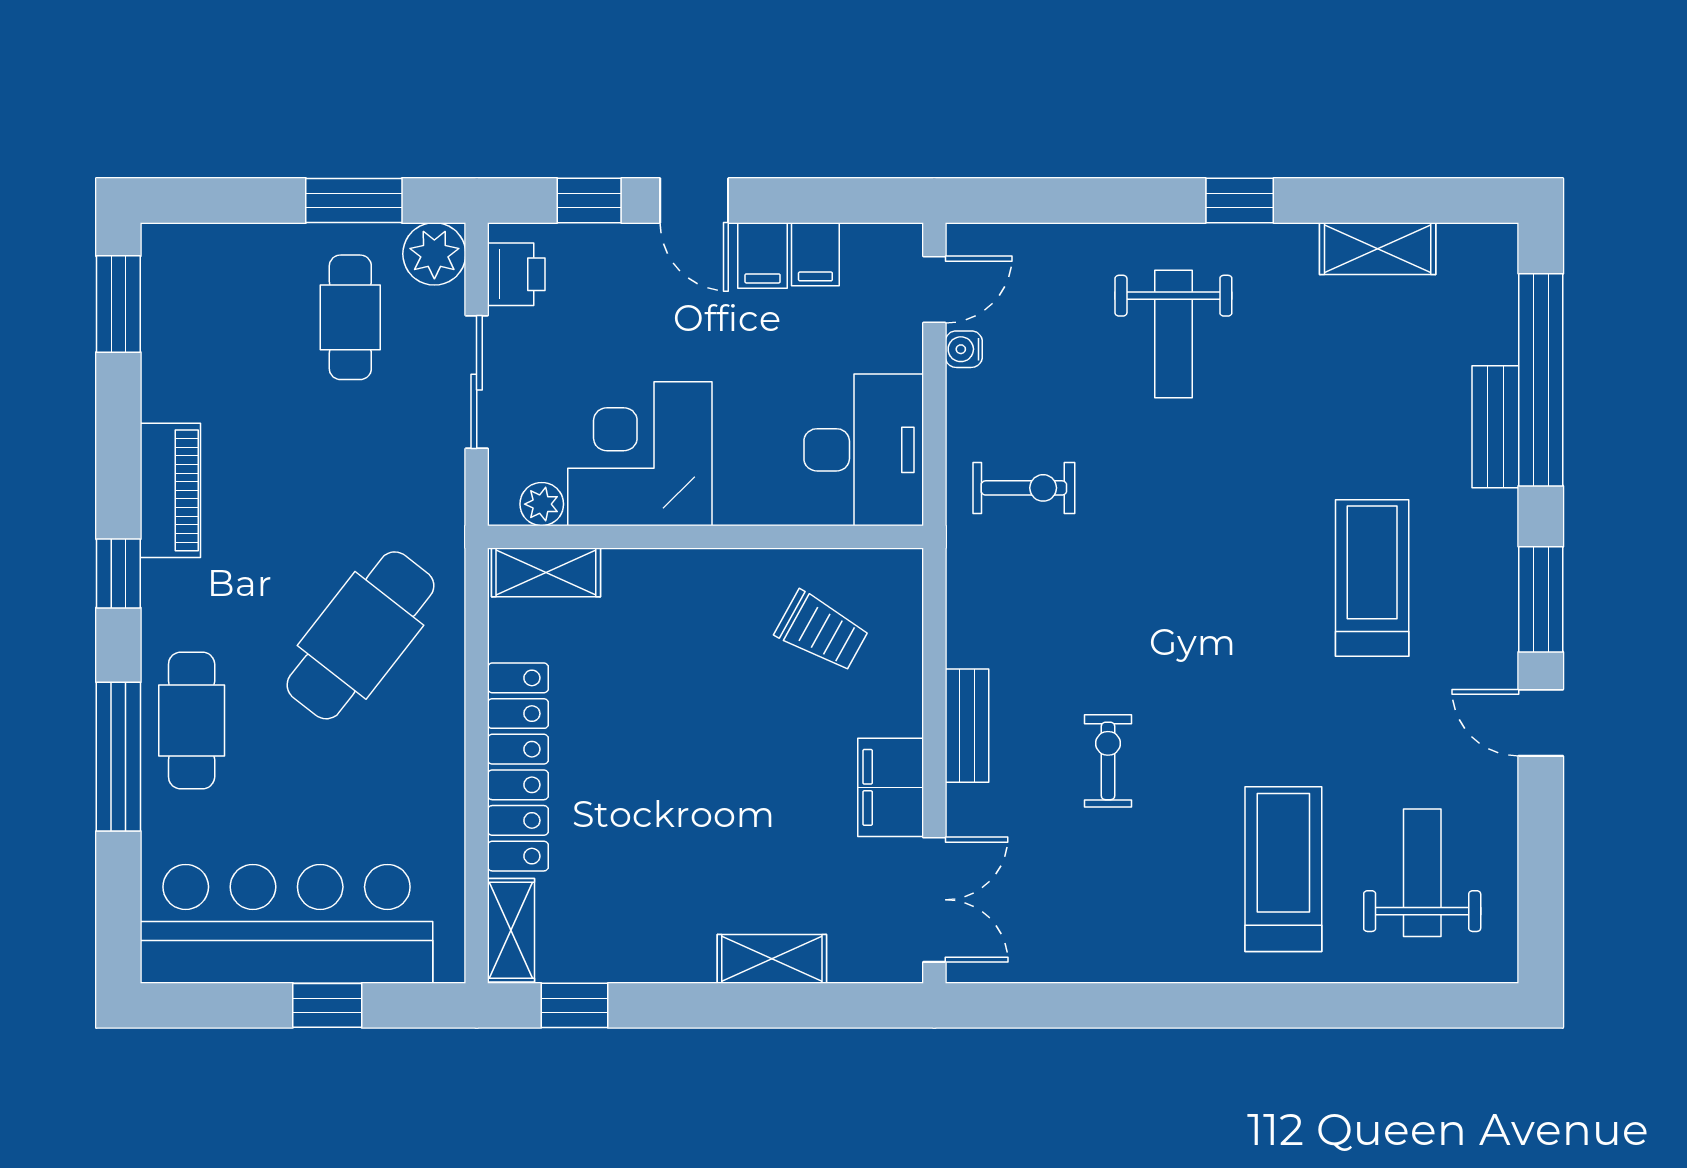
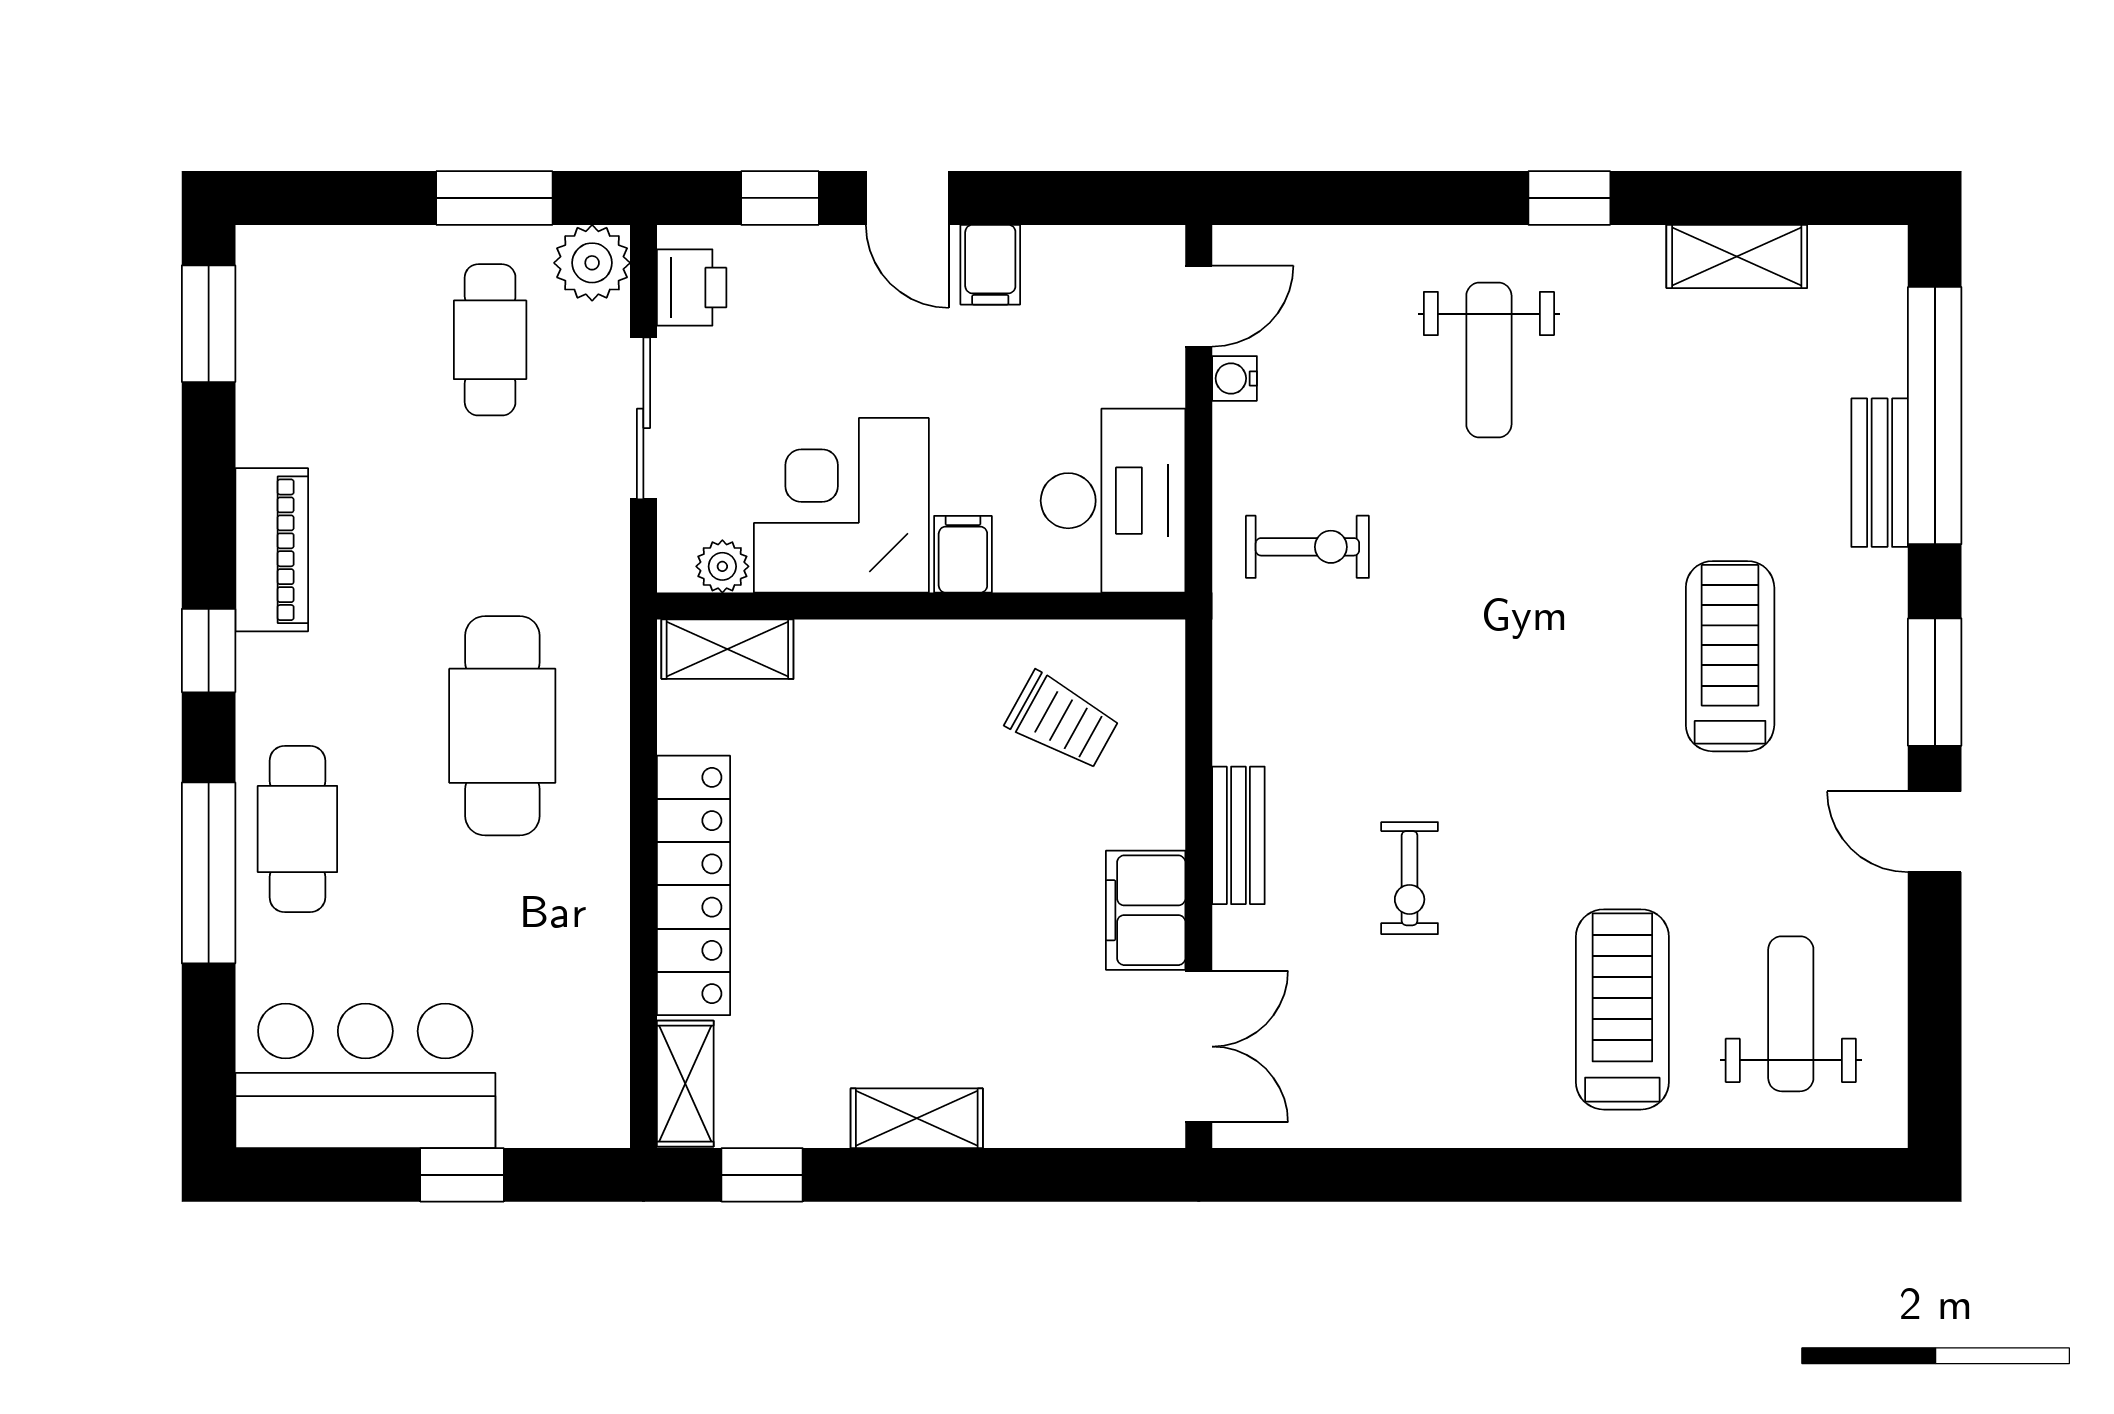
filing cabinet: (815, 254) -> (963, 554), moved, turned 180
cafe table: (360, 635) -> (502, 726), turned -38
exercise bike: (1108, 761) -> (1410, 878), turned 180
bar counter: (287, 924) -> (365, 1076), width x0.73
shelving: (772, 959) -> (917, 1118), moved

